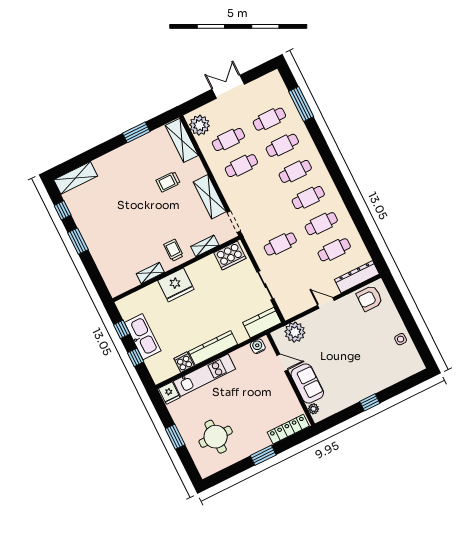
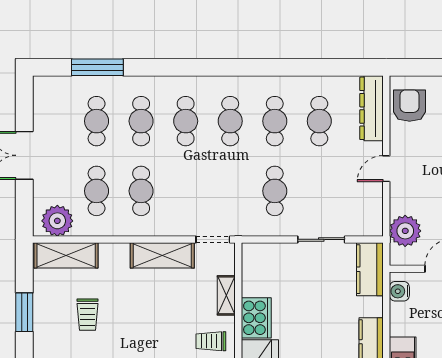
trolley: (168, 182) -> (87, 315), moved
cooker: (230, 255) -> (256, 318), moved
armchair: (370, 298) -> (410, 106), turned 180

